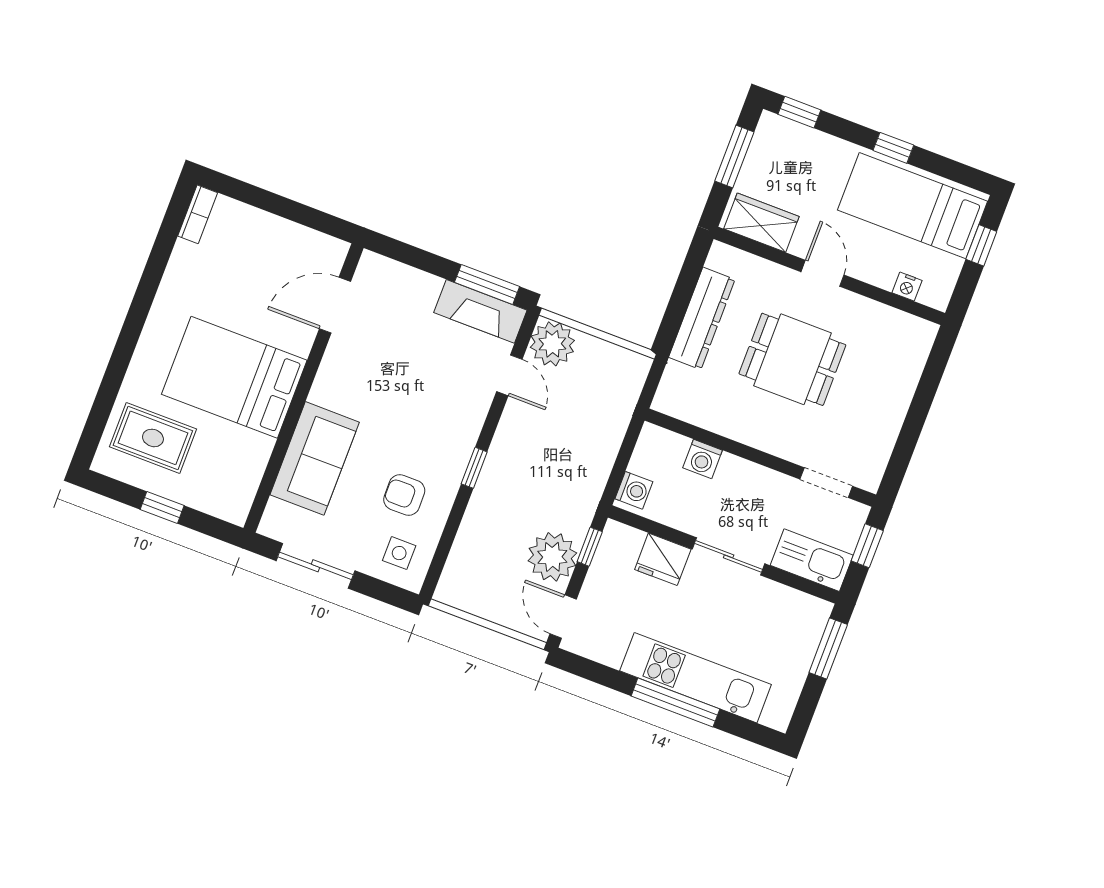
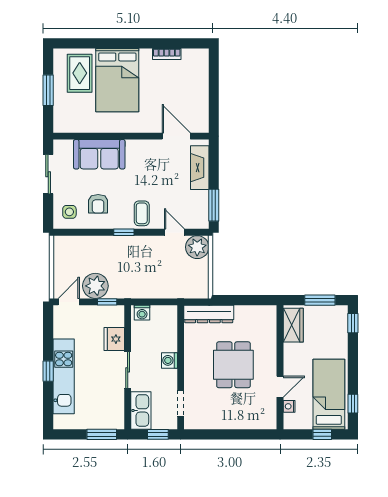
window: (893, 148) -> (353, 404), moved
bookcase: (198, 214) -> (167, 54), moved
door: (822, 273) -> (280, 387), moved
fireplace: (480, 311) -> (200, 168), moved
dresser: (702, 318) -> (209, 314), moved
door: (509, 375) -> (174, 232), swing flipped
bed: (234, 377) -> (117, 80), moved, turned 180
coffee table: (452, 422) -> (142, 213), added
washing machine: (703, 459) -> (169, 360), moved
armchair: (404, 495) -> (98, 204), turned 180
window: (162, 507) -> (48, 90), width x1.50
window: (675, 702) -> (48, 371), width x0.46

